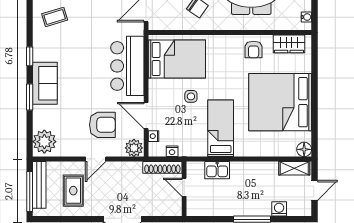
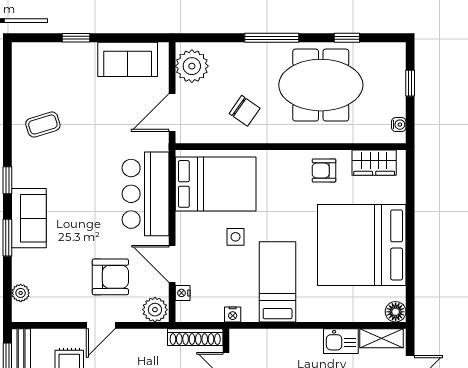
armchair: (254, 49) -> (324, 170), turned 90
plant: (44, 142) -> (21, 293), width x0.53, depth x0.53
nightstand: (172, 151) -> (233, 314), moved
kitchen sink: (217, 170) -> (341, 341), moved

